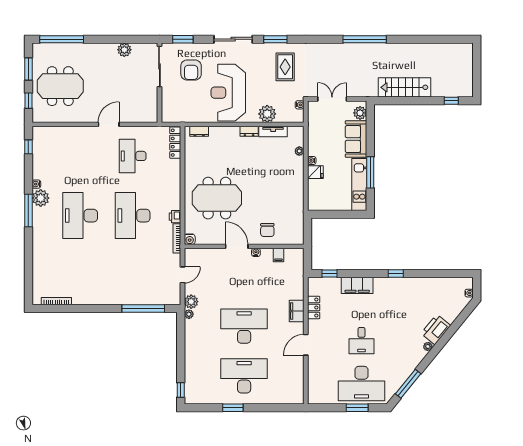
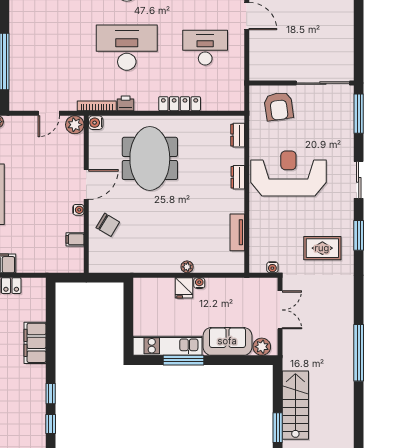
window: (183, 39) -> (359, 114), width x1.44
sliding door: (233, 39) -> (359, 180), width x0.73
plant: (124, 50) -> (345, 37), removed
armchair: (191, 70) -> (279, 106), moved, turned -98
window: (422, 101) -> (278, 428), added
plant: (267, 114) -> (261, 225), removed
dresser: (249, 131) -> (238, 177), moved
locker: (175, 143) -> (180, 104), moved
plant: (299, 151) -> (187, 267), moved
chair: (267, 230) -> (108, 225), turned -149
window: (329, 274) -> (51, 424), moved
door: (182, 275) -> (49, 113), hinge flipped
plant: (191, 302) -> (75, 125), moved

